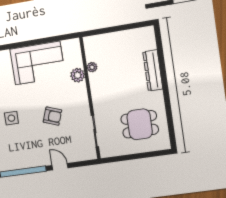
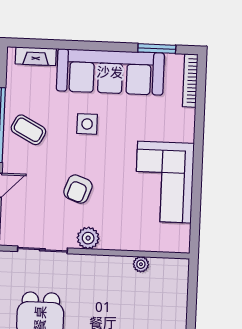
plant: (78, 75) -> (88, 238), moved
coffee table: (22, 154) -> (28, 130), added

